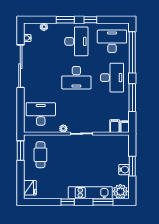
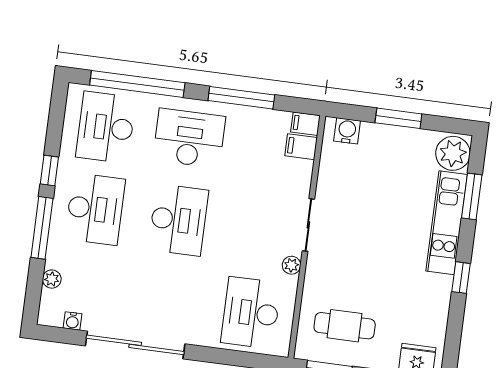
window: (65, 20) -> (42, 228), width x1.44
desk: (76, 41) -> (95, 209), turned 90
water cooler: (124, 170) -> (347, 131), moved

